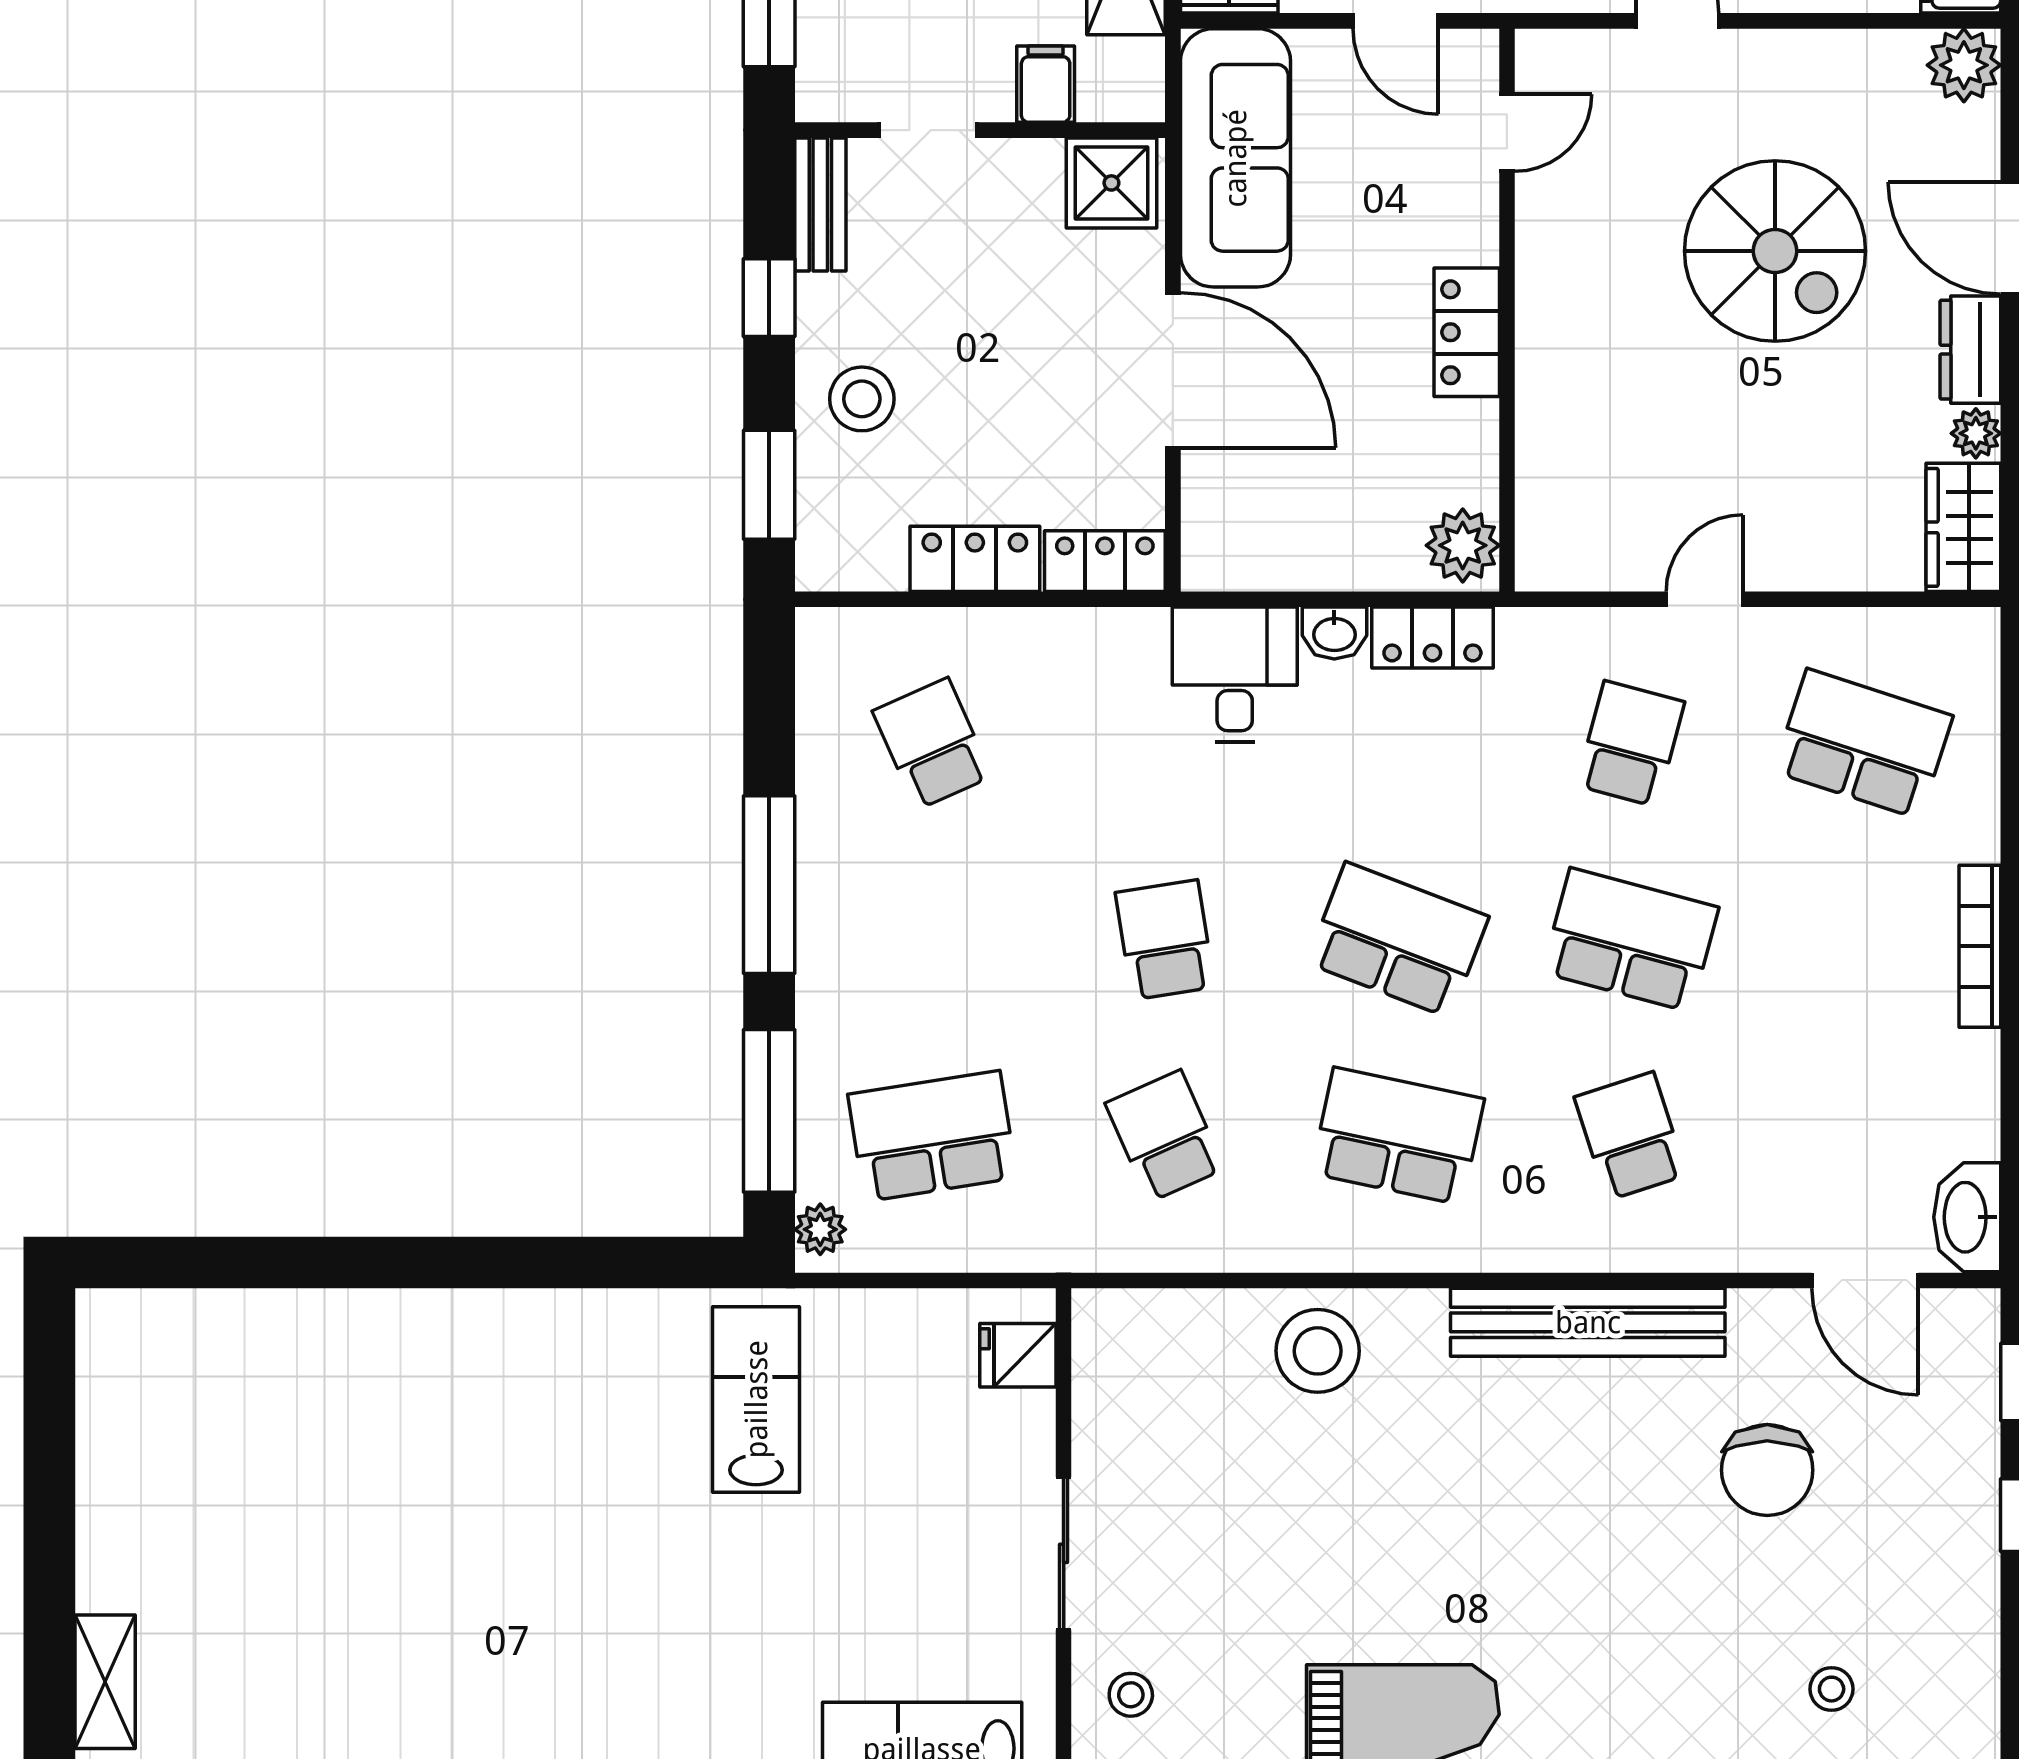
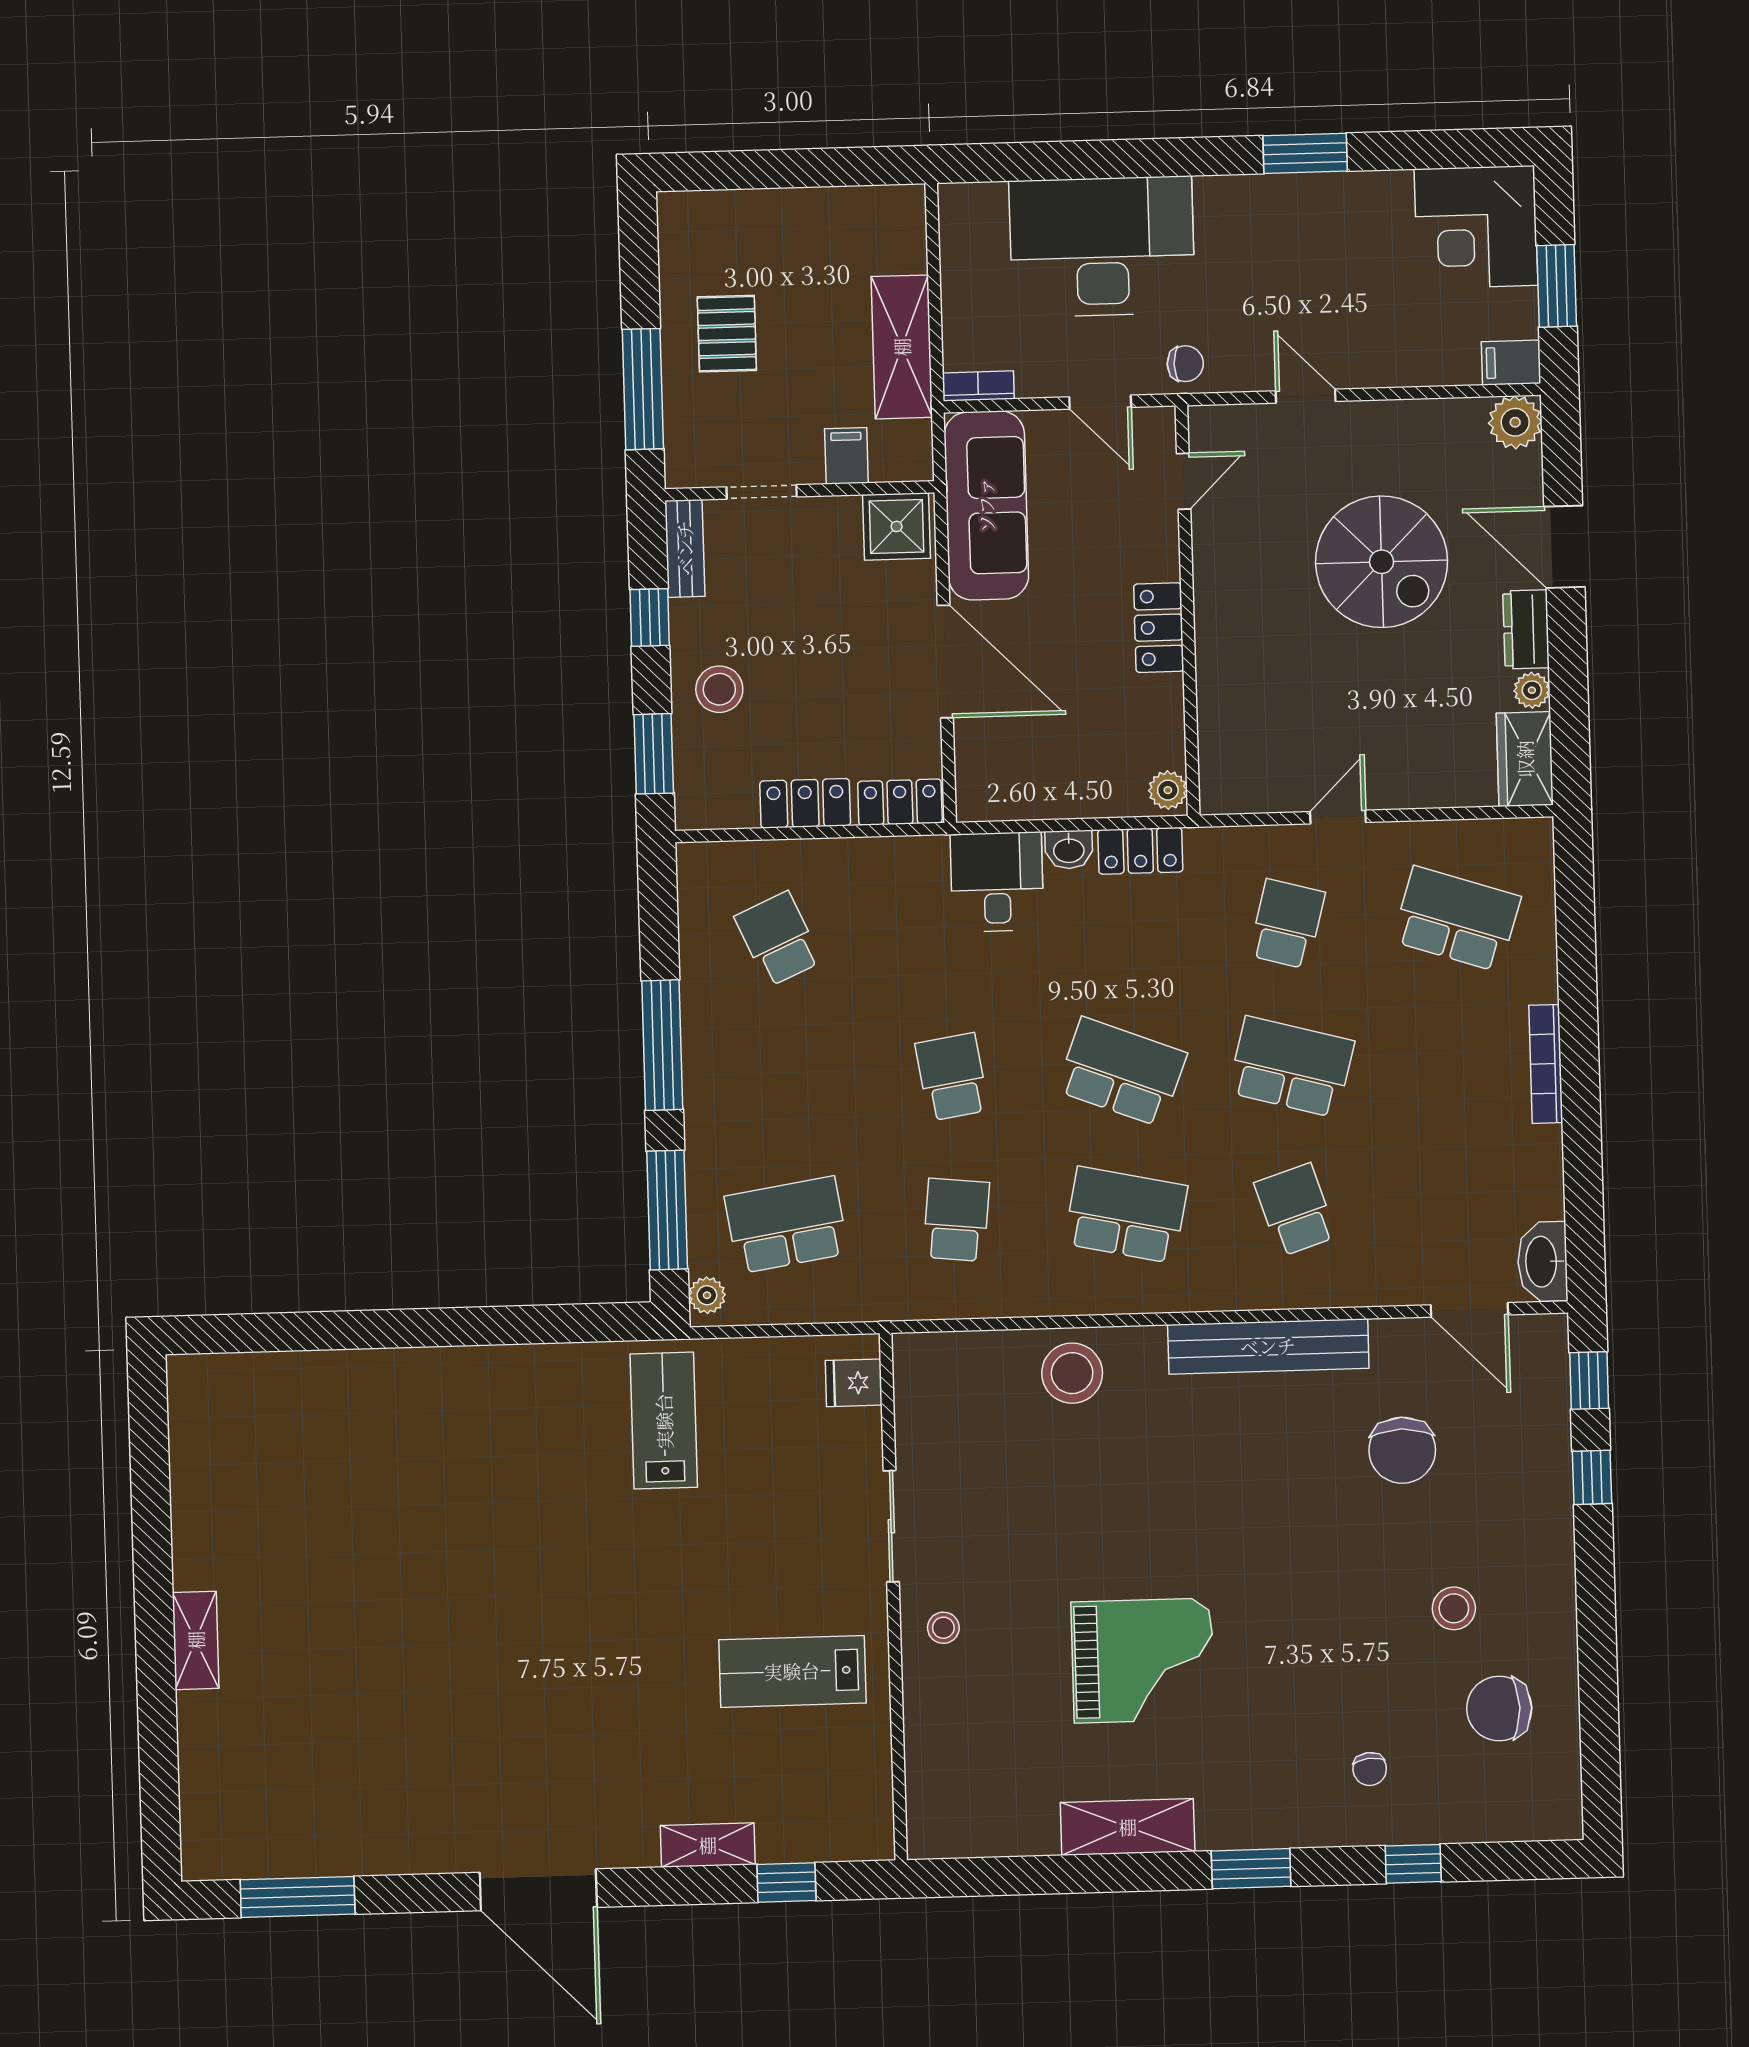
plant: (1463, 545) -> (1168, 790), width x0.73, depth x0.73
school desk: (1165, 1136) -> (956, 1220), turned 30
stool: (1832, 1689) -> (1454, 1608), width x1.37, depth x1.37

